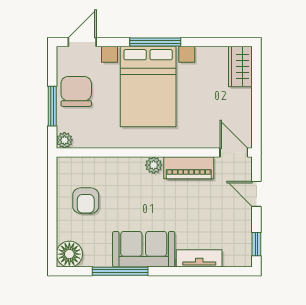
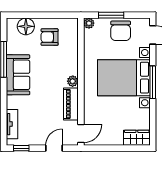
chair: (76, 91) -> (121, 31), turned 90
floor lamp: (69, 254) -> (26, 26), moved
tv unit: (199, 258) -> (12, 124), moved

